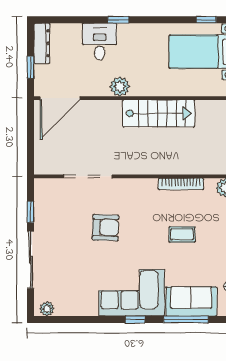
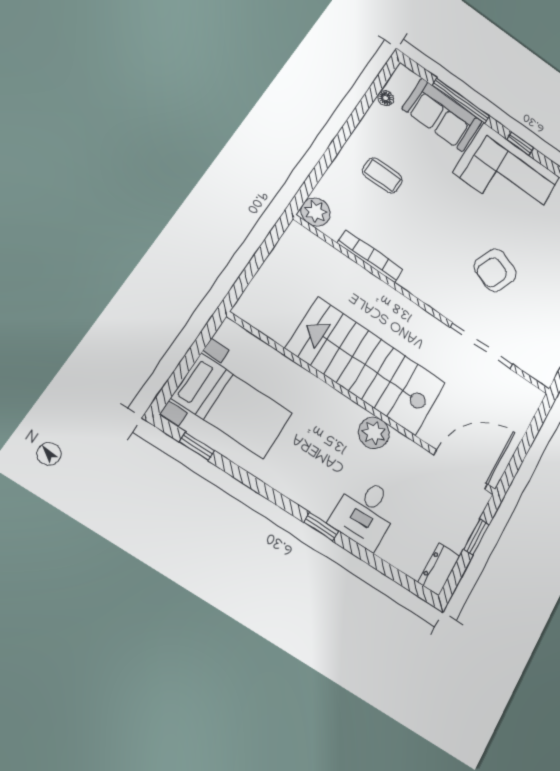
dresser: (42, 43) -> (439, 569), width x0.70
stairs: (159, 113) -> (367, 366), width x1.36, depth x1.51
armchair: (106, 228) -> (495, 270), turned -70
coffee table: (182, 234) -> (382, 175), moved

